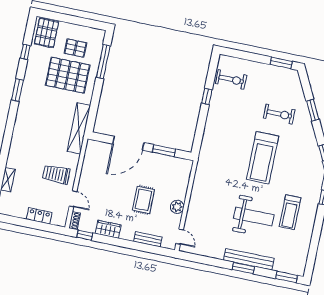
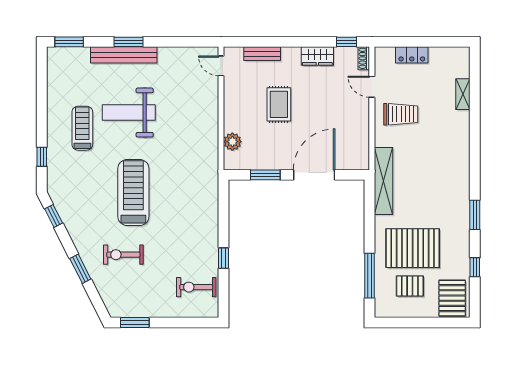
plant: (177, 207) -> (232, 142), moved

